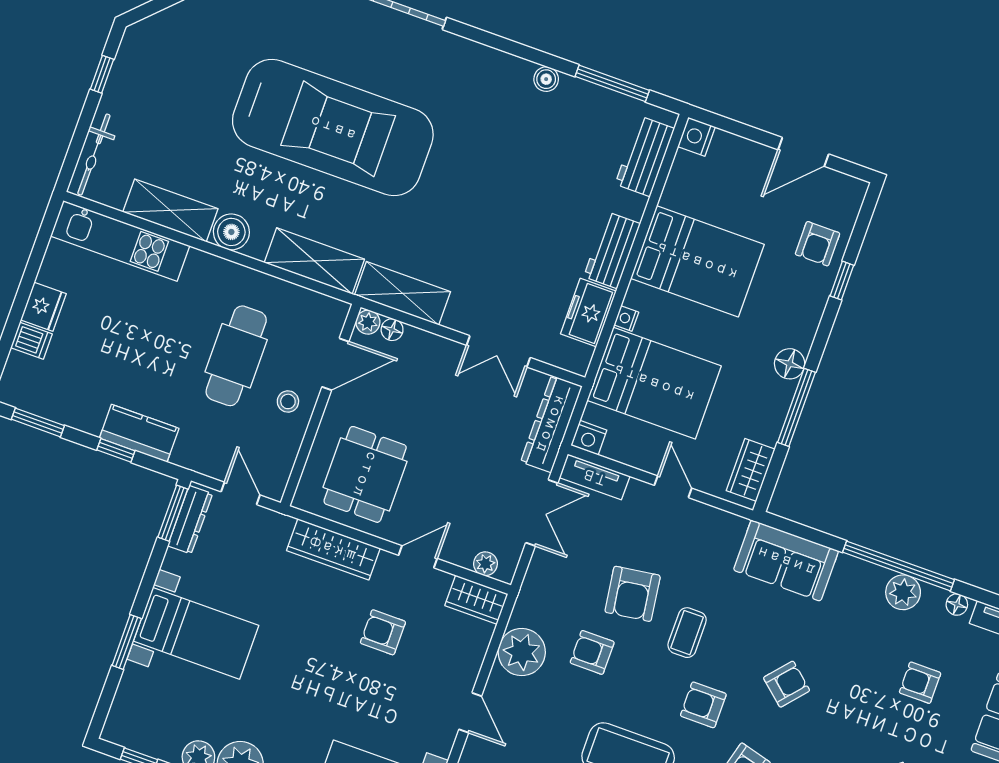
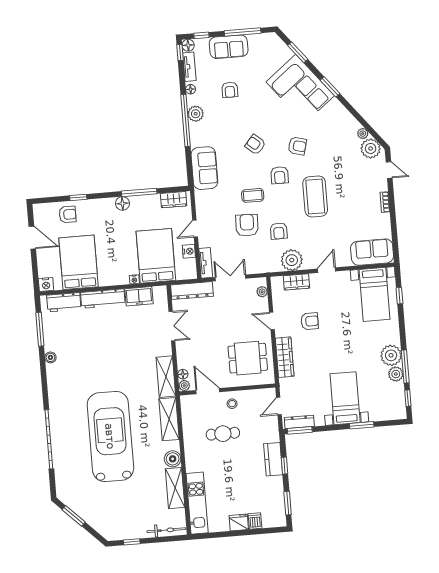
workbench: (612, 250) -> (103, 299), width x1.38
bed: (697, 261) -> (79, 262), moved
cafe table: (236, 356) -> (223, 434), width x0.73, depth x0.74
nightstand: (589, 438) -> (189, 251), moved
armchair: (633, 594) -> (247, 225), turned -80
wardrobe: (476, 600) -> (296, 282), moved, turned 90
armchair: (383, 632) -> (310, 321), turned -90

